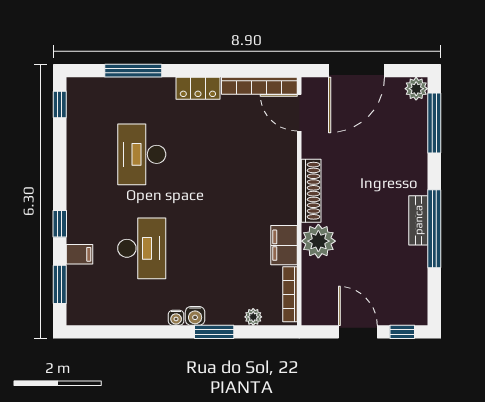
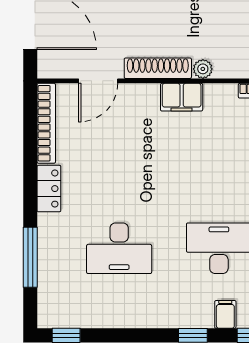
door: (299, 113) -> (98, 81), moved
plant: (318, 241) -> (203, 69), width x0.53, depth x0.53
filing cabinet: (284, 245) -> (182, 97), moved

